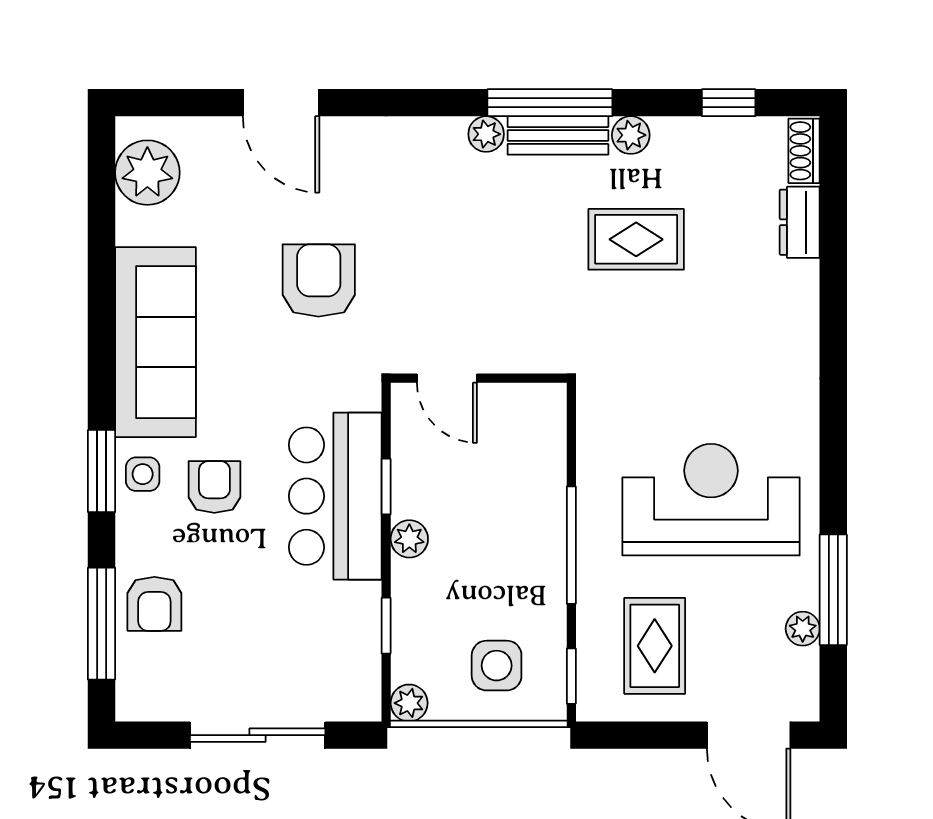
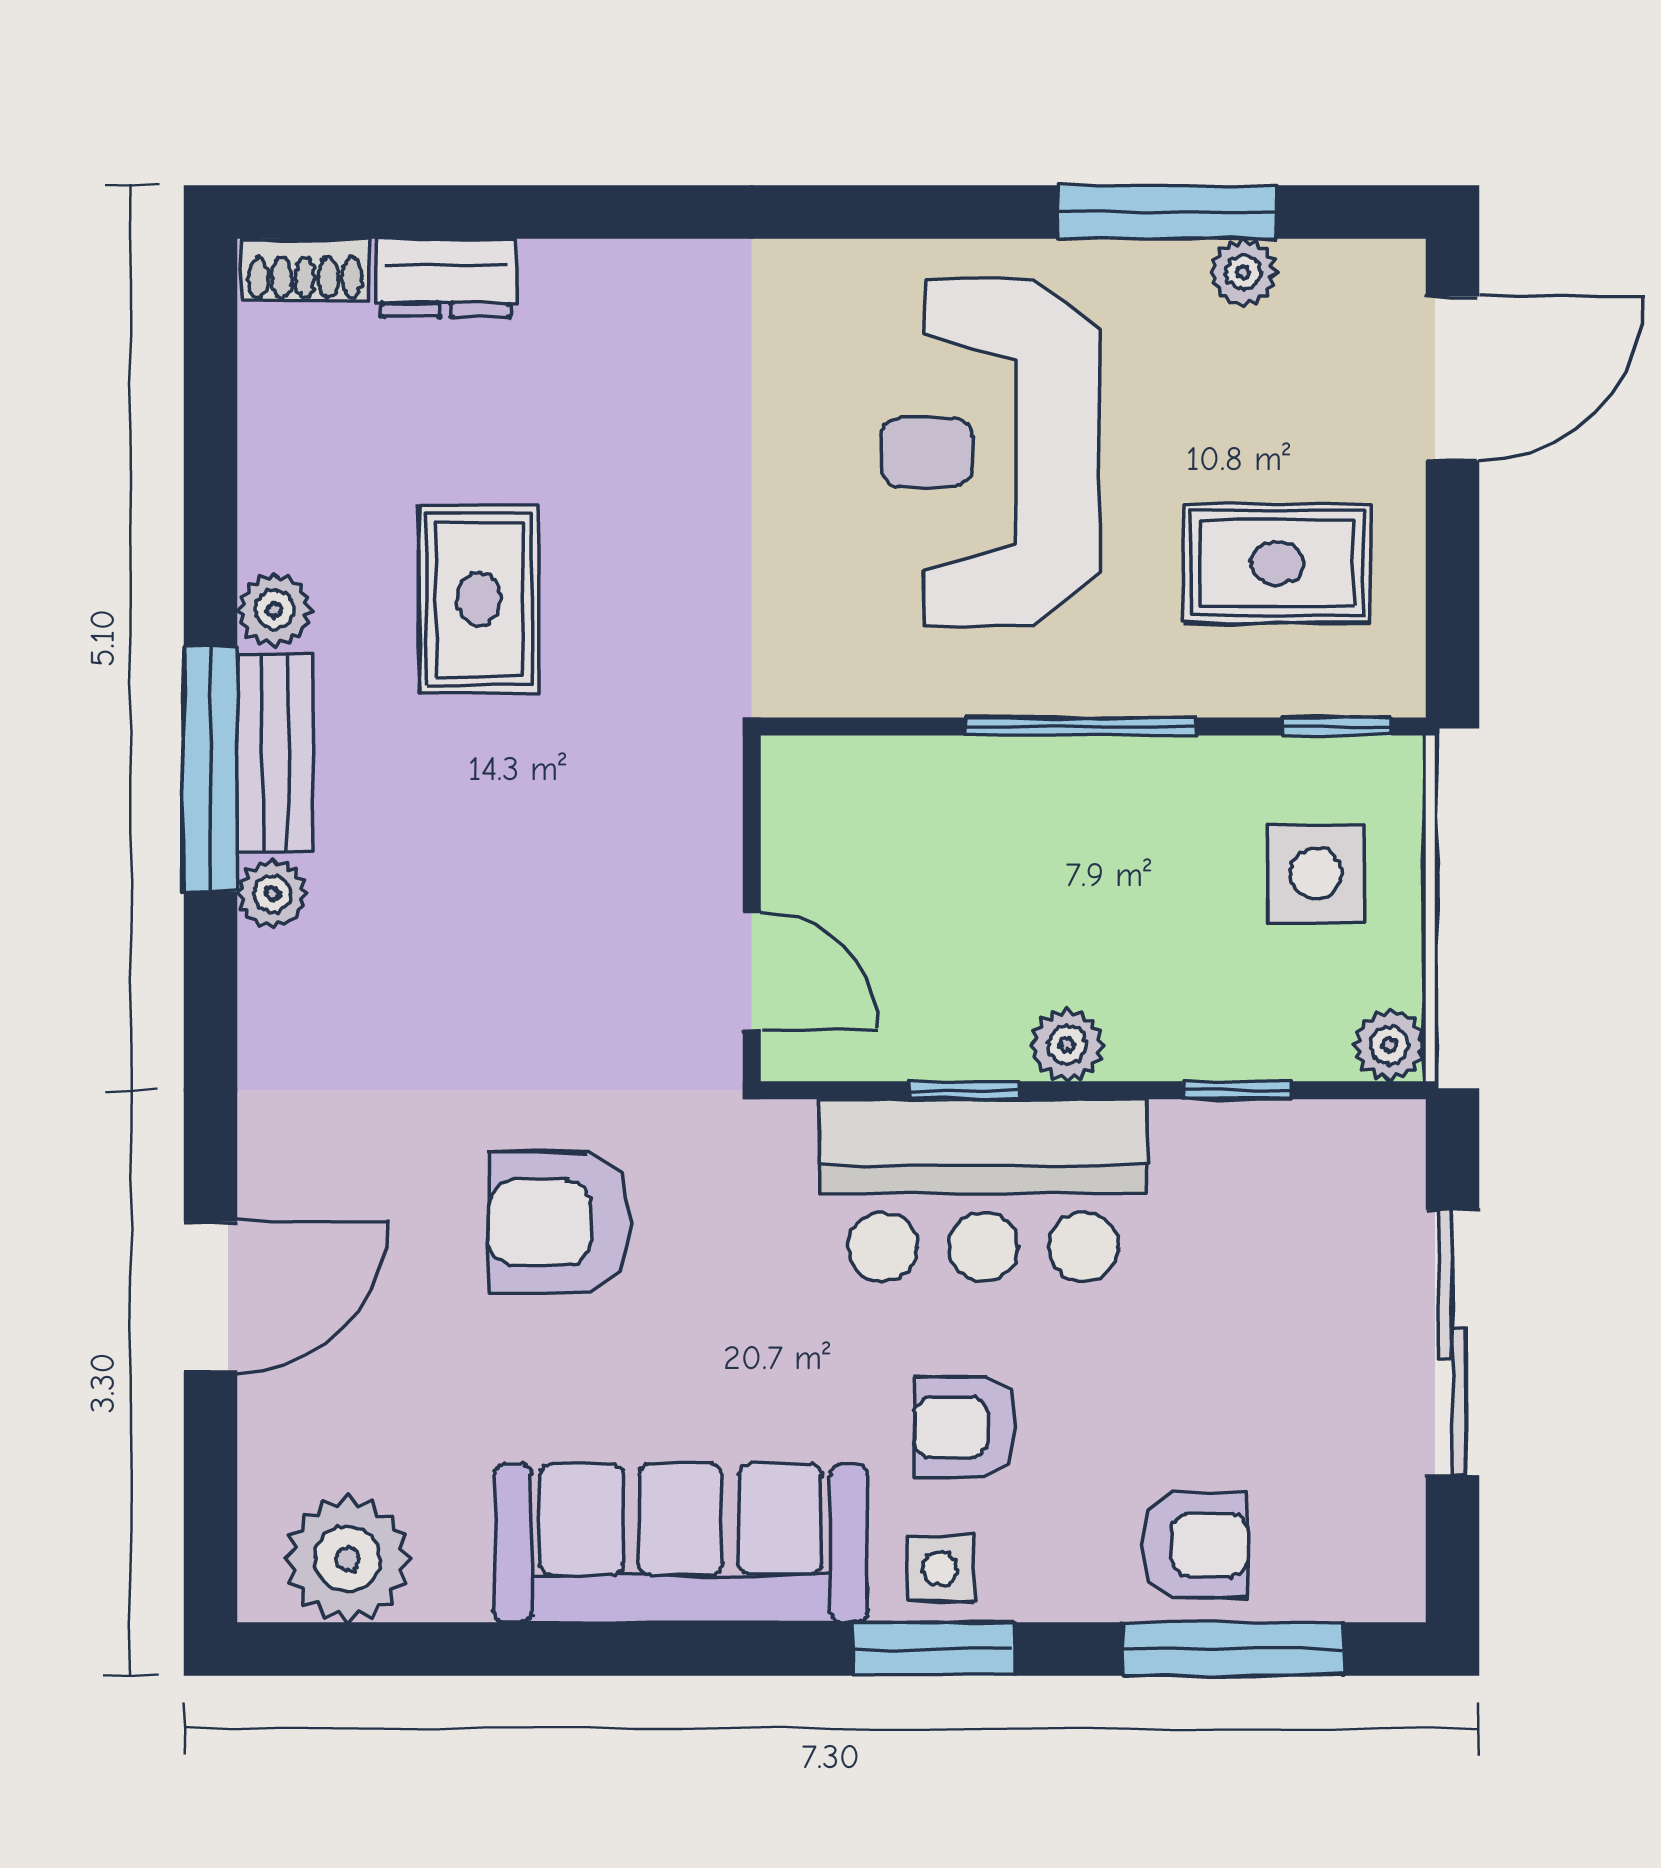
window: (729, 103) -> (211, 418), removed
door: (447, 378) -> (752, 971), hinge flipped

